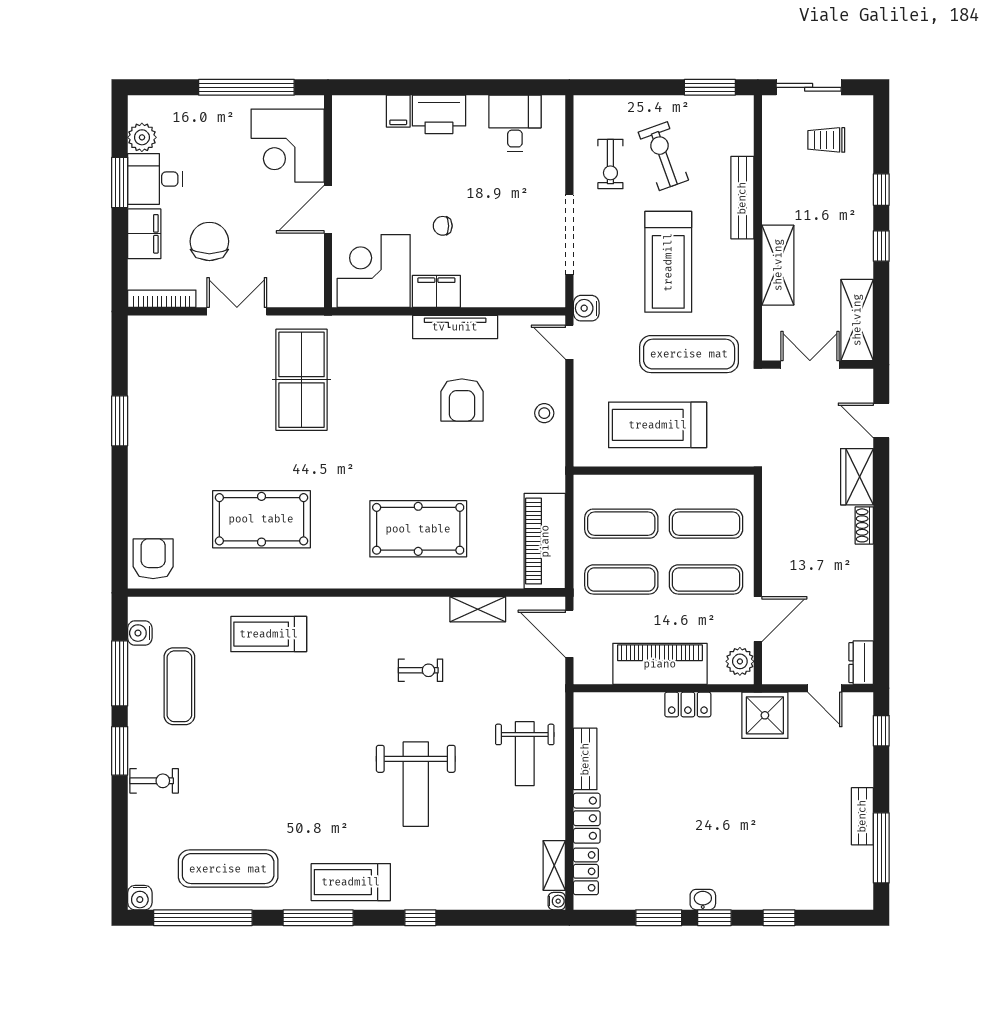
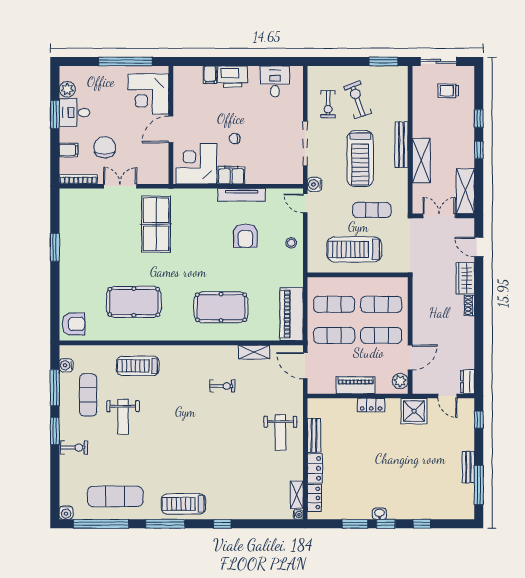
bench: (742, 198) -> (401, 145), moved
filing cabinet: (144, 234) -> (69, 150), width x0.50
exercise mat: (689, 354) -> (372, 210), width x0.73, depth x0.69
armchair: (153, 559) -> (73, 324), turned 90
piano: (660, 664) -> (356, 385), width x0.73, depth x0.75
weight bench: (416, 784) -> (123, 417), moved, width x0.73, depth x0.75

